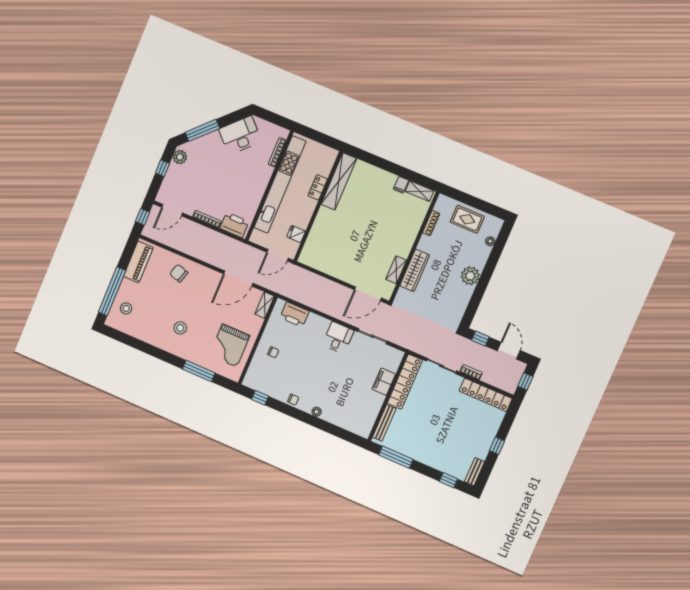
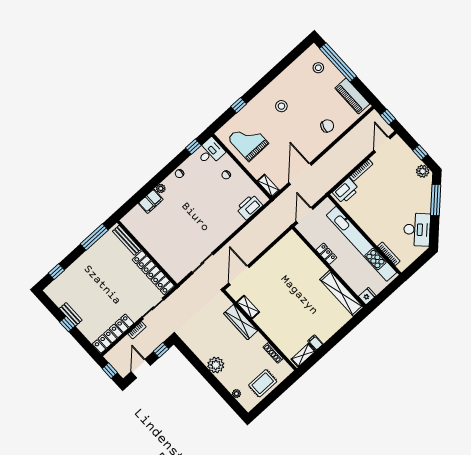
locker: (318, 187) -> (326, 254), moved
fridge: (296, 234) -> (367, 296), moved
desk: (338, 338) -> (210, 152), moved, turned -90
door: (509, 351) -> (141, 368), swing flipped
window: (199, 371) -> (239, 105), width x0.46
filing cabinet: (384, 382) -> (151, 201), moved, turned 90
bench: (475, 472) -> (71, 314), moved

